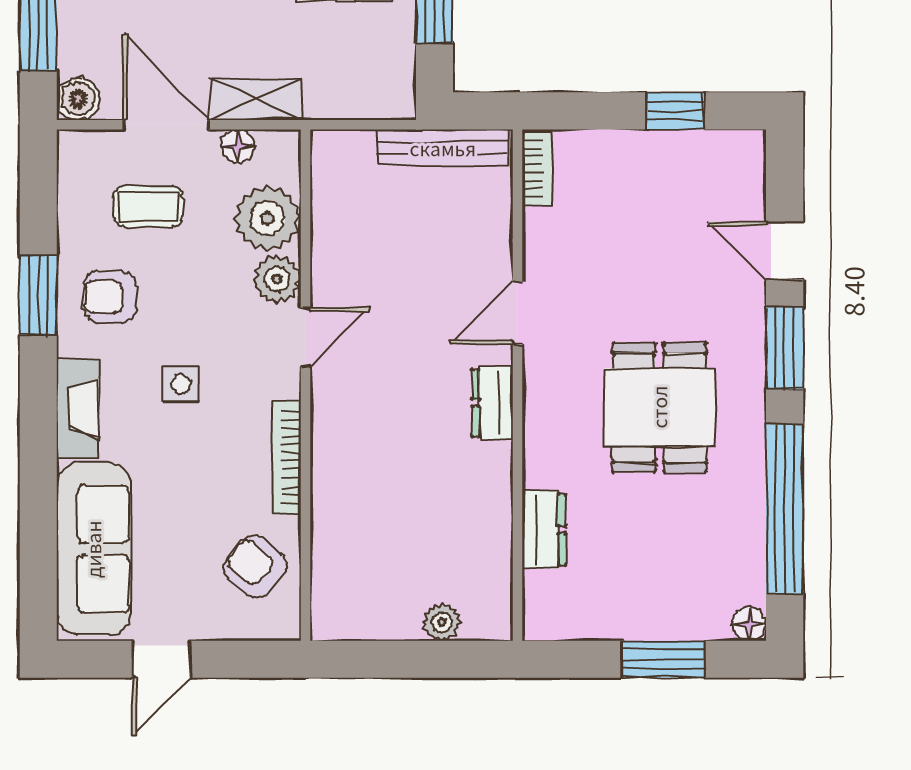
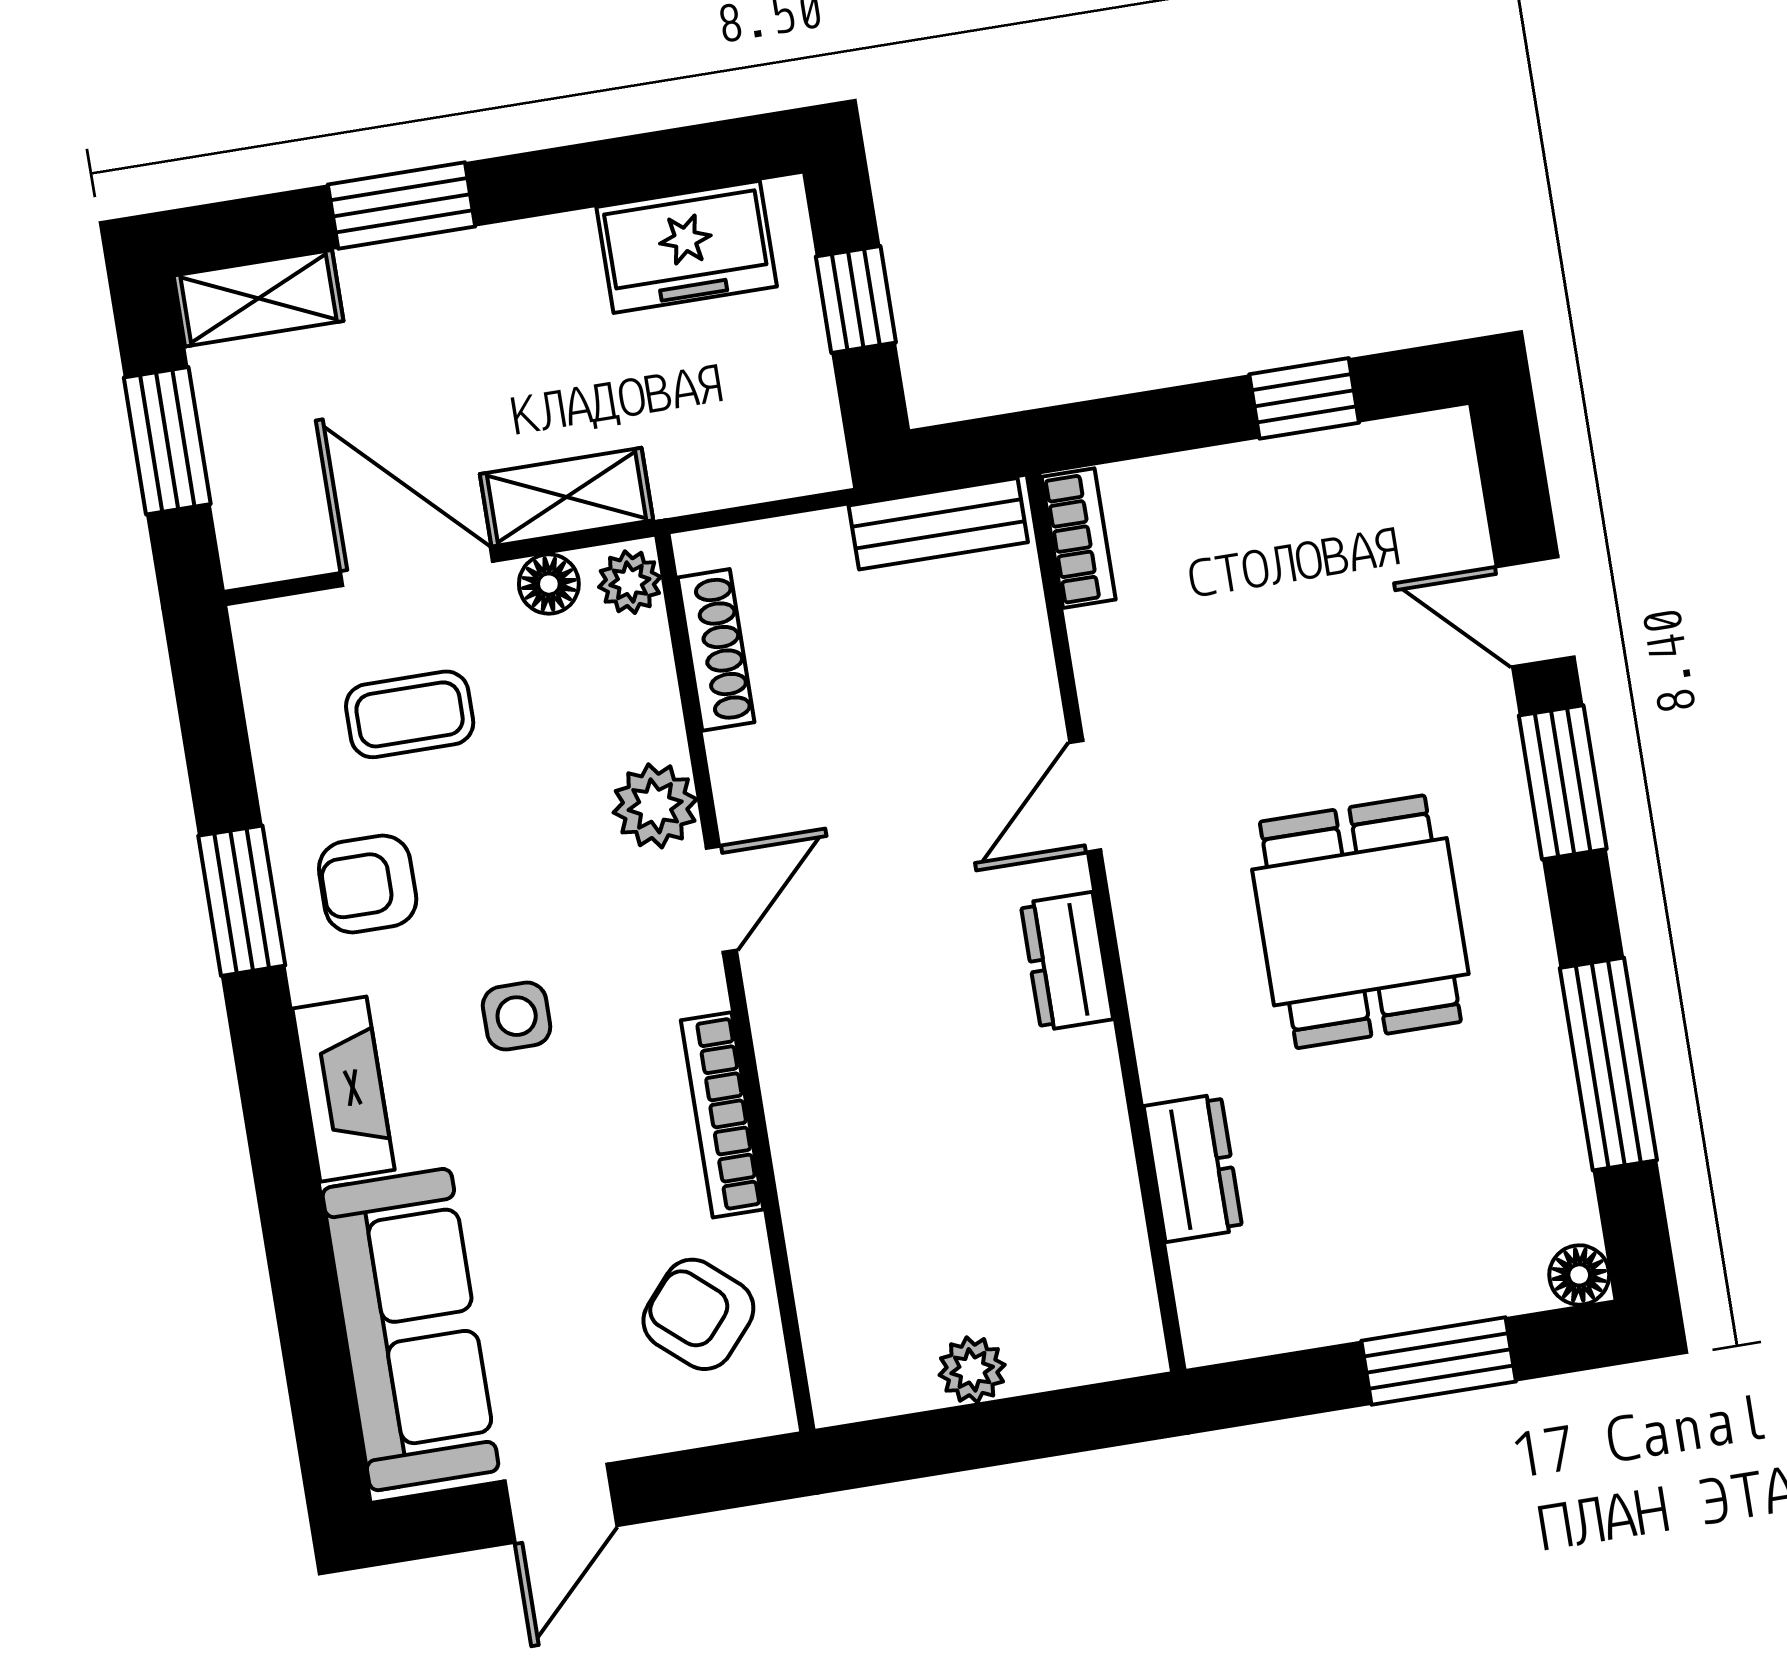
boiler: (78, 99) -> (256, 546), removed
bench: (443, 148) -> (938, 524), width x0.73
shoe rack: (325, 198) -> (716, 650), added
plant: (268, 218) -> (630, 582), moved, width x0.53, depth x0.53
window: (785, 509) -> (1608, 1064), width x0.68
plant: (442, 622) -> (972, 1370), moved

